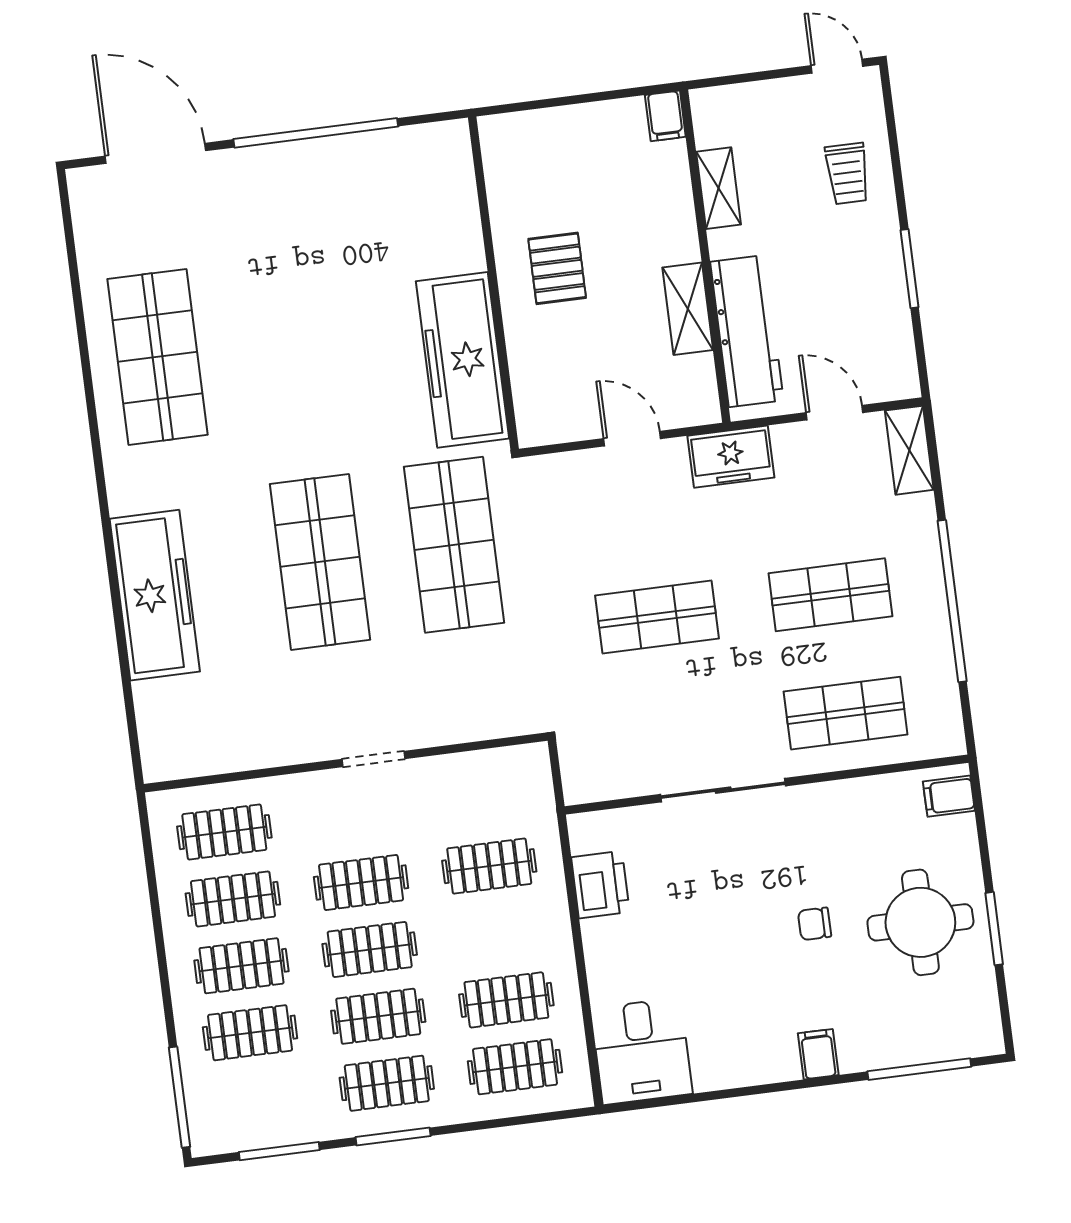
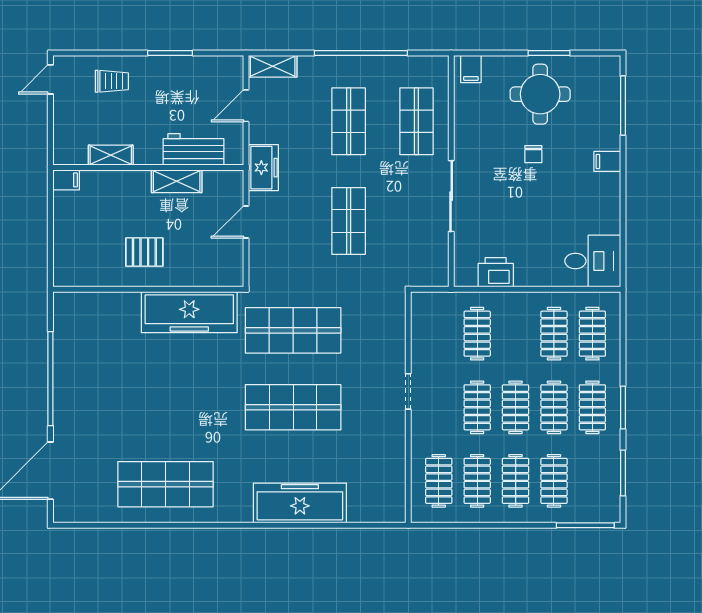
workbench: (747, 331) -> (194, 149), width x0.73

